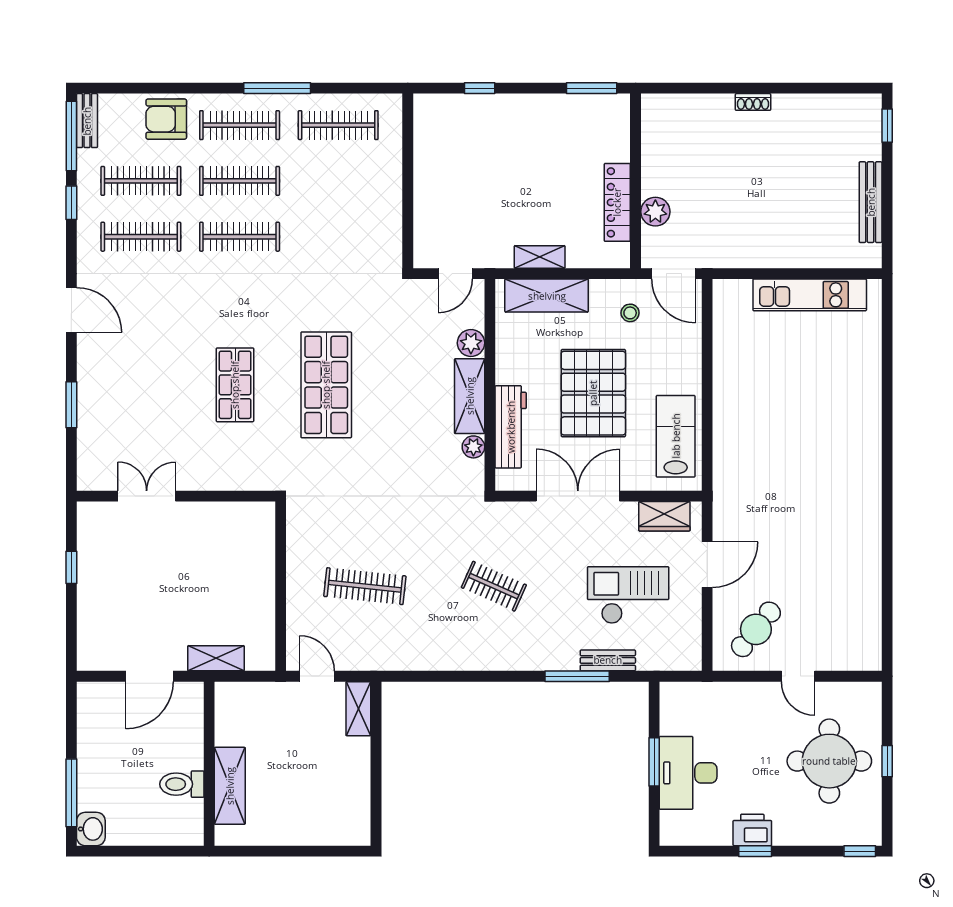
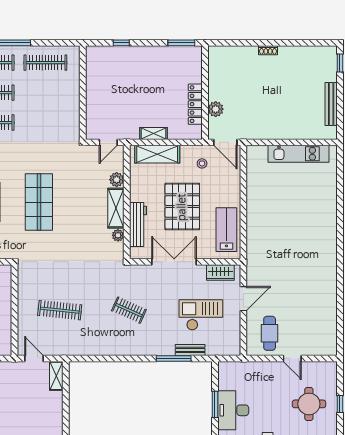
cafe table: (756, 629) -> (270, 333), turned -39
round table: (829, 761) -> (309, 404), width x0.73, depth x0.73

